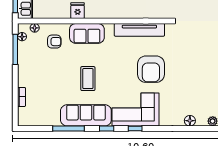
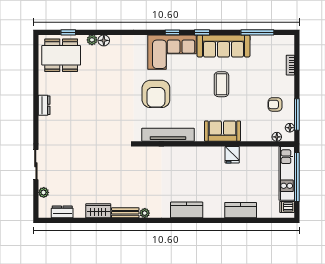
armchair: (54, 42) -> (275, 104), moved
armchair: (151, 69) -> (156, 94), turned 180
floor lamp: (190, 121) -> (104, 40), moved
window: (68, 129) -> (257, 32), moved

